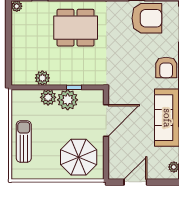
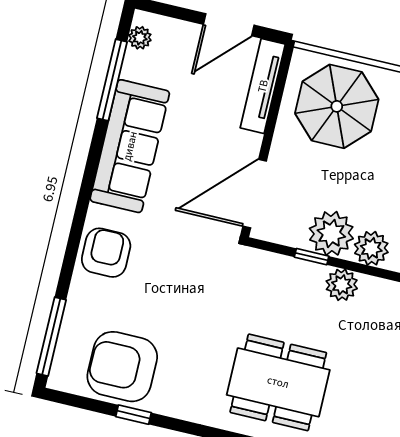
plant: (42, 78) -> (342, 285), moved
door: (106, 121) -> (255, 194), moved
tv unit: (114, 158) -> (263, 86), added

